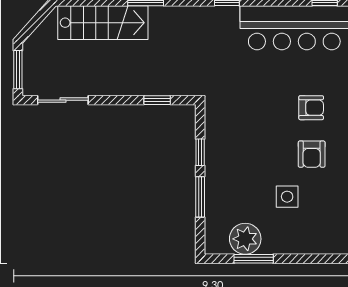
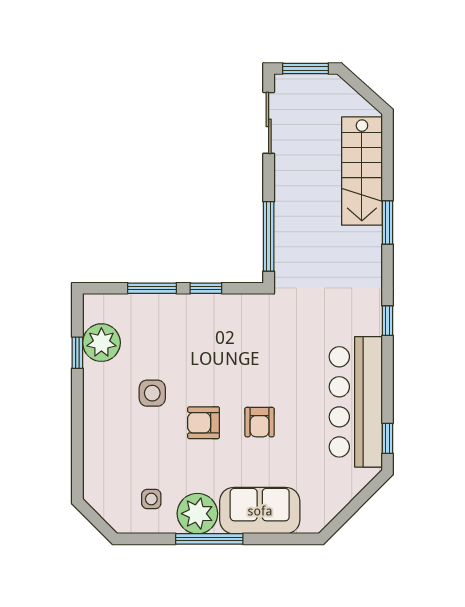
window: (157, 100) -> (269, 236), width x2.17
window: (254, 259) -> (77, 353), width x0.67

